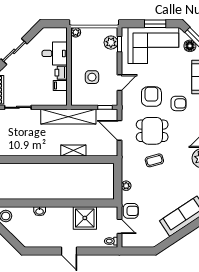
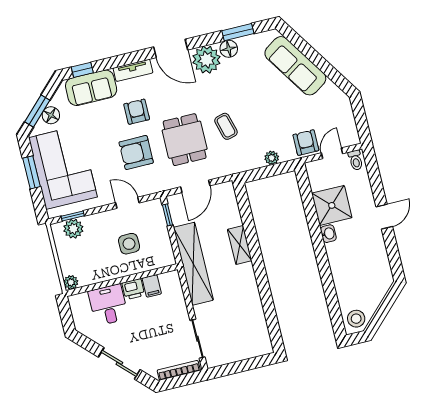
washbasin: (40, 211) -> (328, 234), moved

